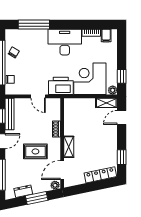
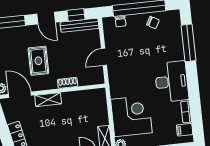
printer: (61, 86) -> (119, 83), removed

